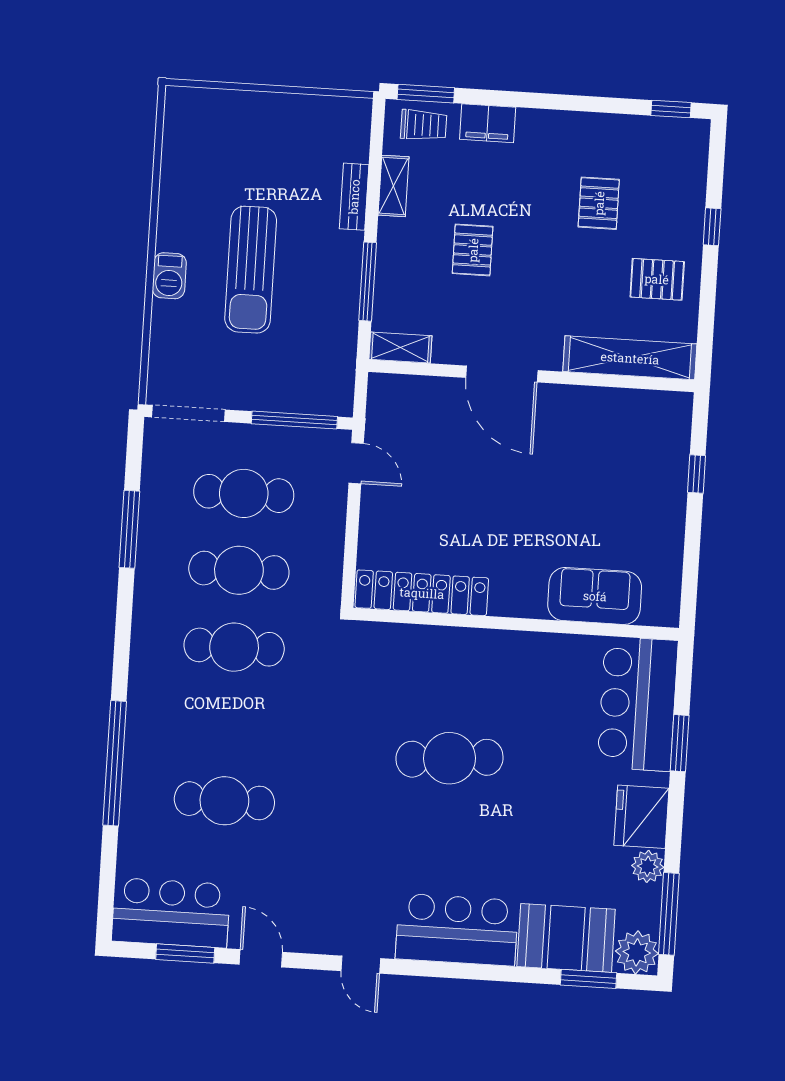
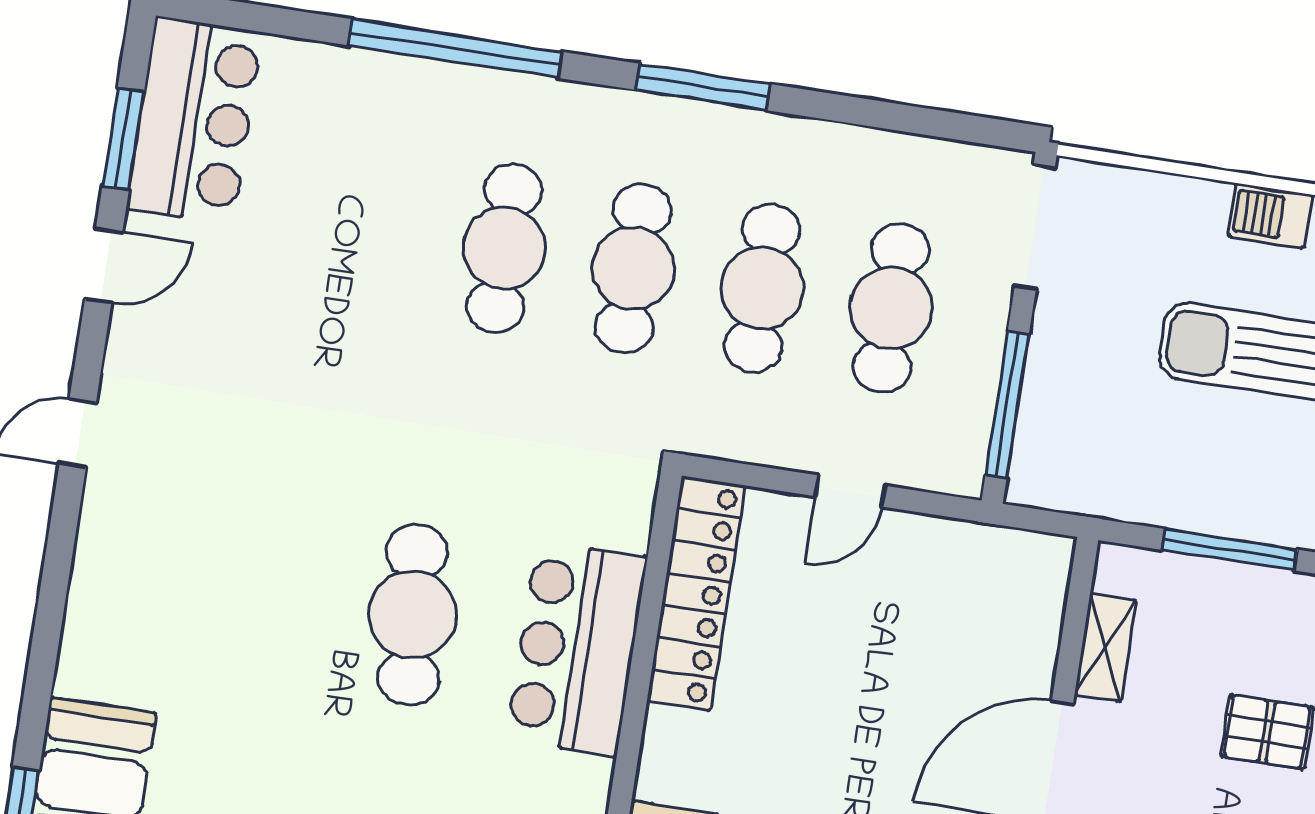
shelving: (400, 348) -> (1105, 648), moved
door: (356, 463) -> (850, 491), moved
window: (129, 529) -> (703, 87), moved
cafe table: (224, 801) -> (504, 248), moved
bar counter: (457, 930) -> (577, 648), moved, turned 180

